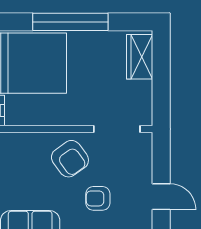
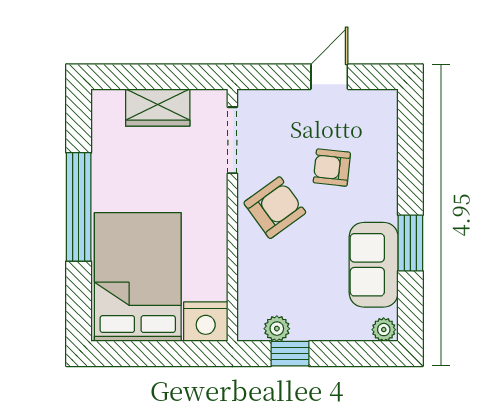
wardrobe: (140, 57) -> (158, 108), moved
armchair: (98, 198) -> (332, 168), turned 96

